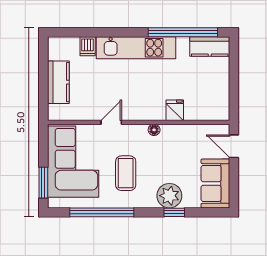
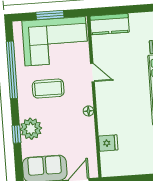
kitchen counter: (58, 82) -> (110, 24), moved
fridge: (175, 110) -> (108, 143), moved
window: (43, 183) -> (50, 15), moved

